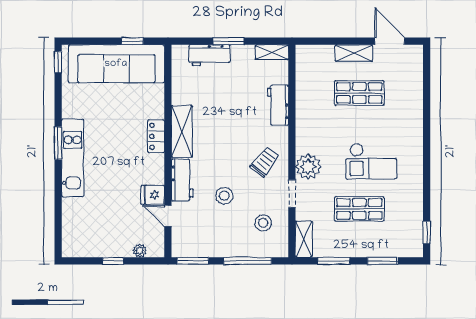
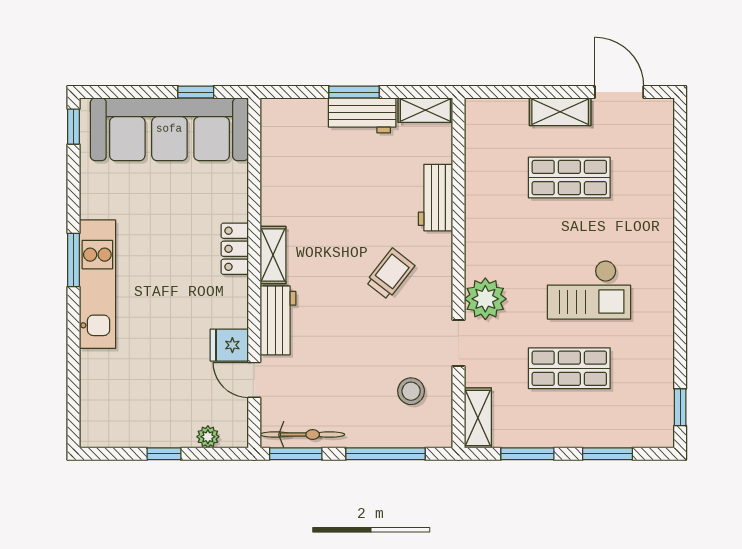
workbench: (209, 55) -> (362, 115), moved
shelving: (182, 131) -> (273, 255), width x0.67, depth x0.75
trolley: (265, 162) -> (390, 274), moved
stool: (224, 196) -> (347, 346), removed
bicycle: (197, 249) -> (302, 435), added

